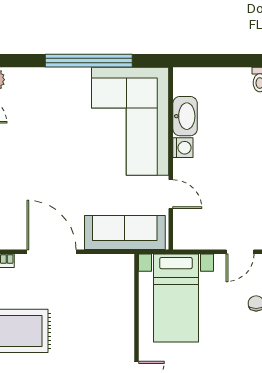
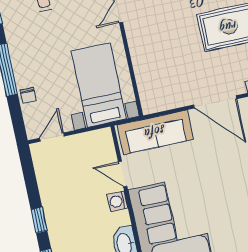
washing machine: (183, 148) -> (117, 201), moved

